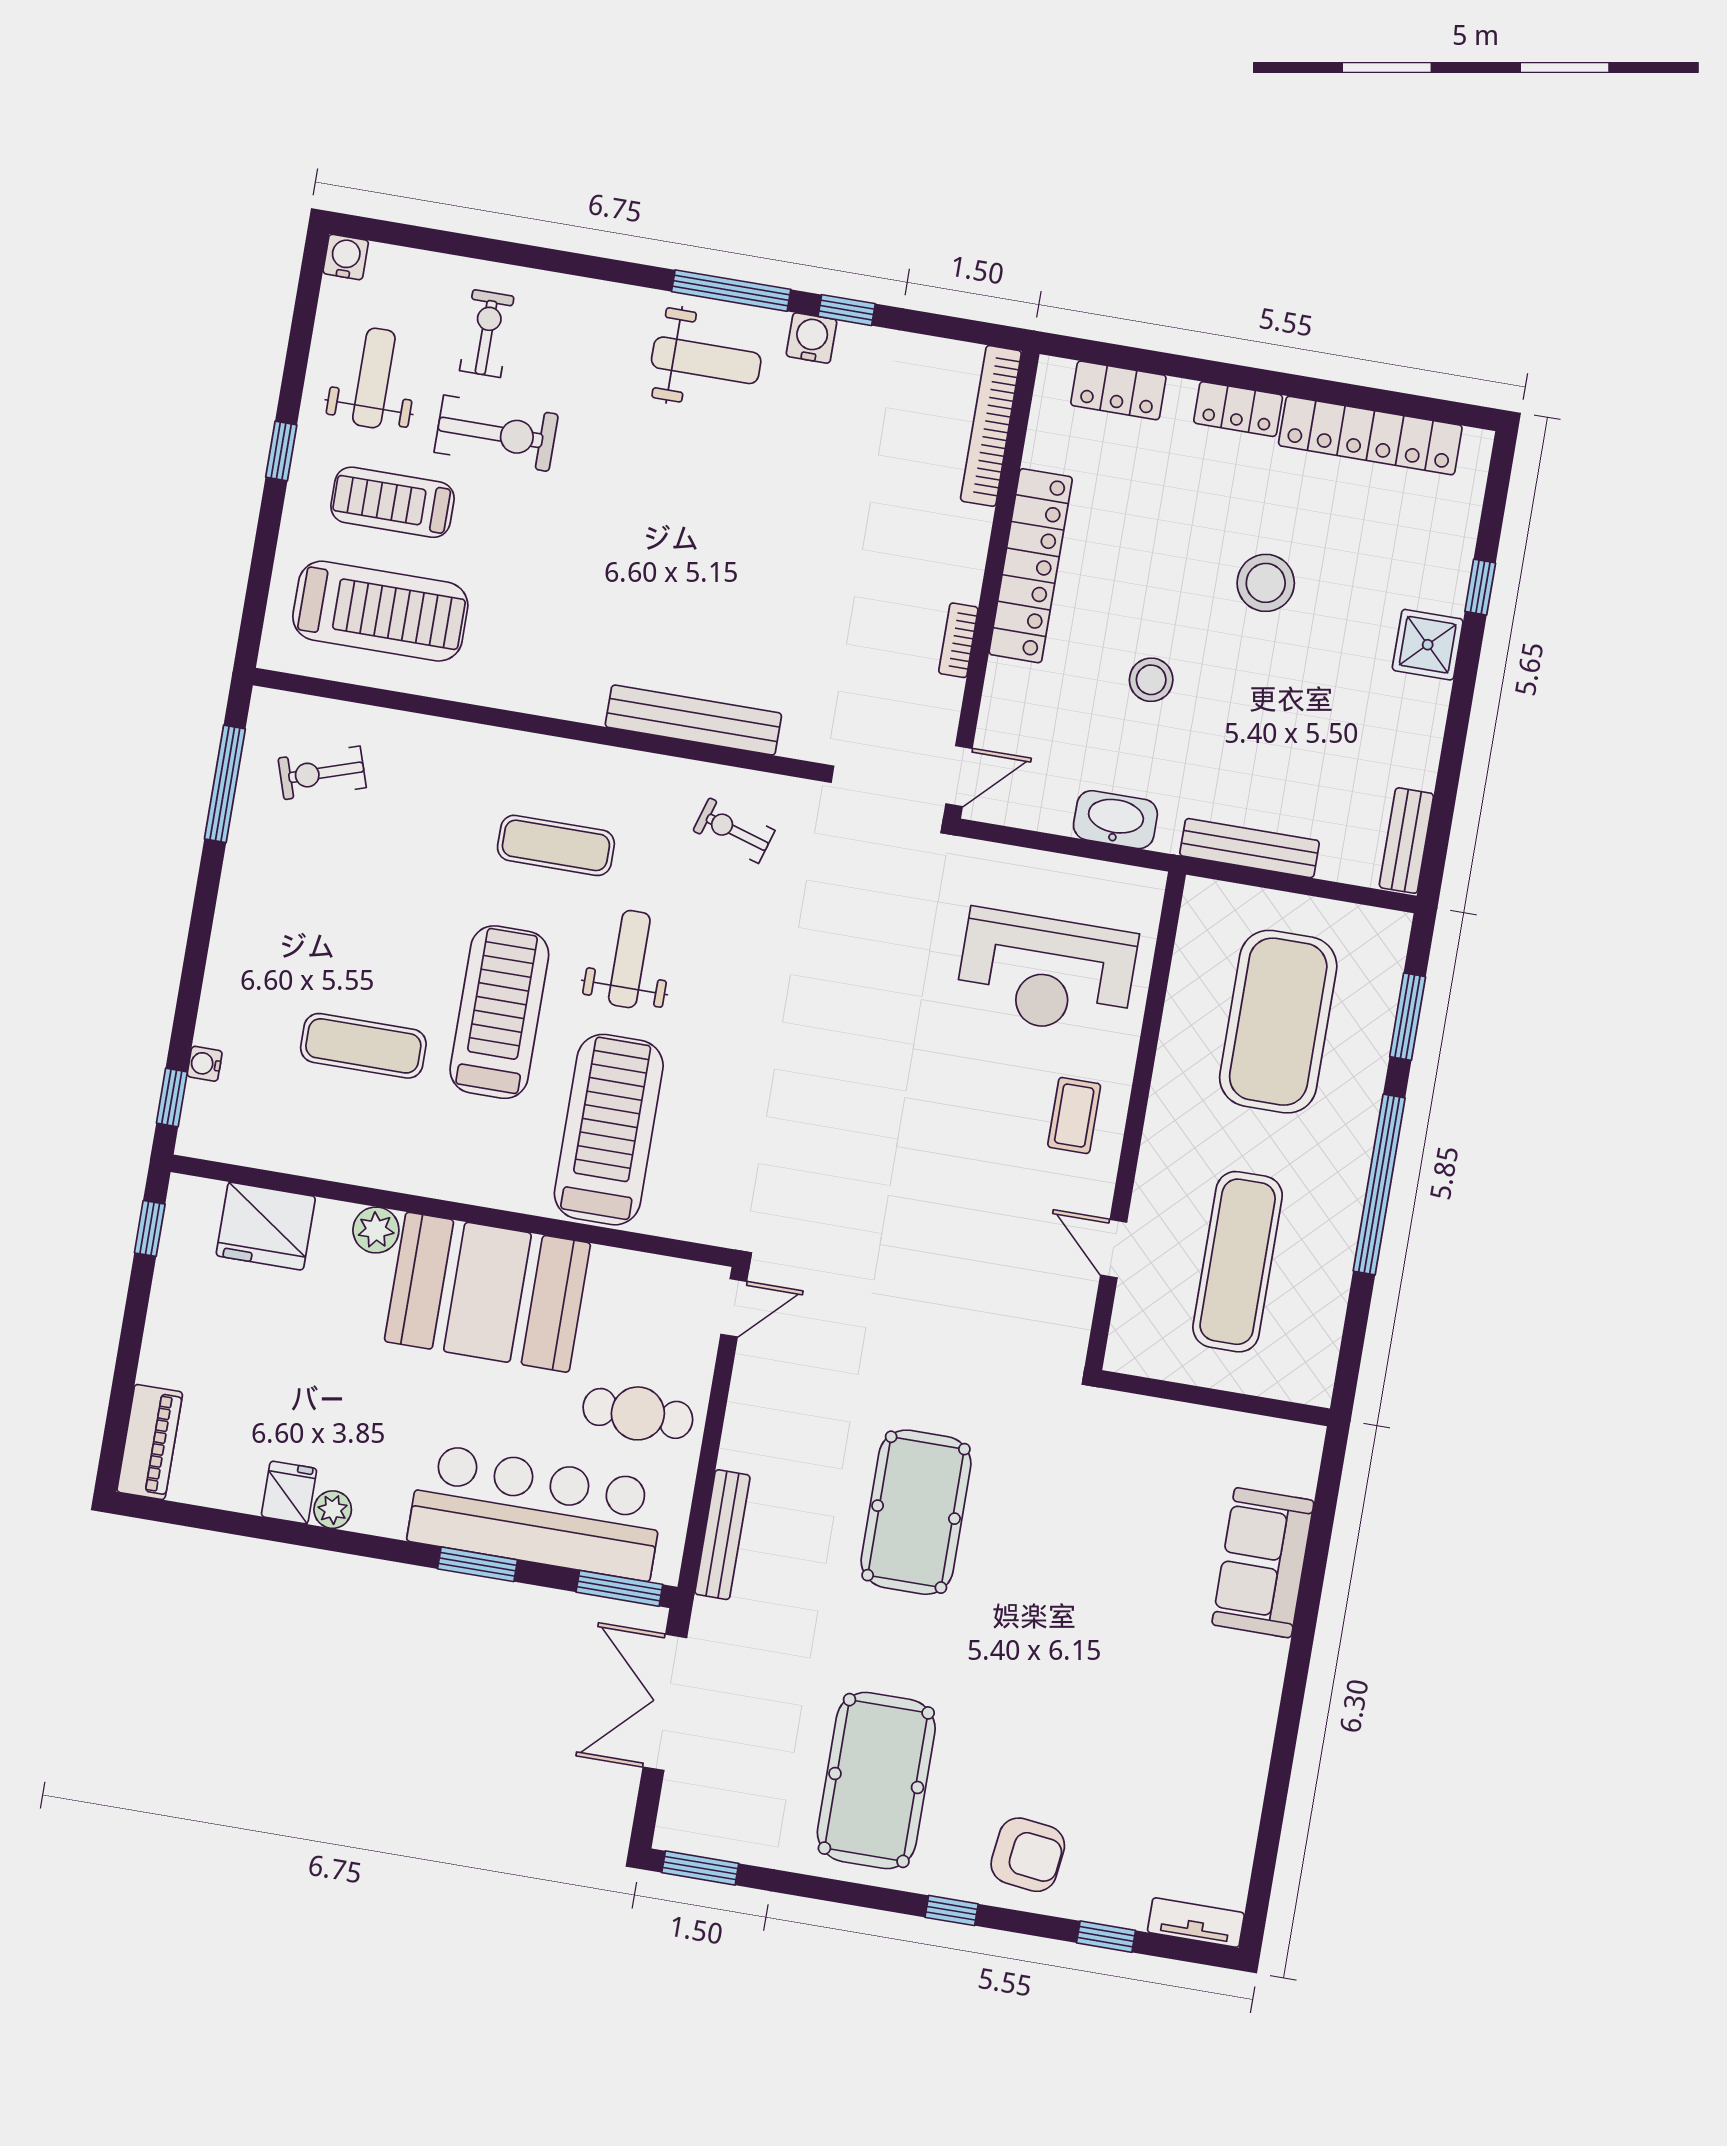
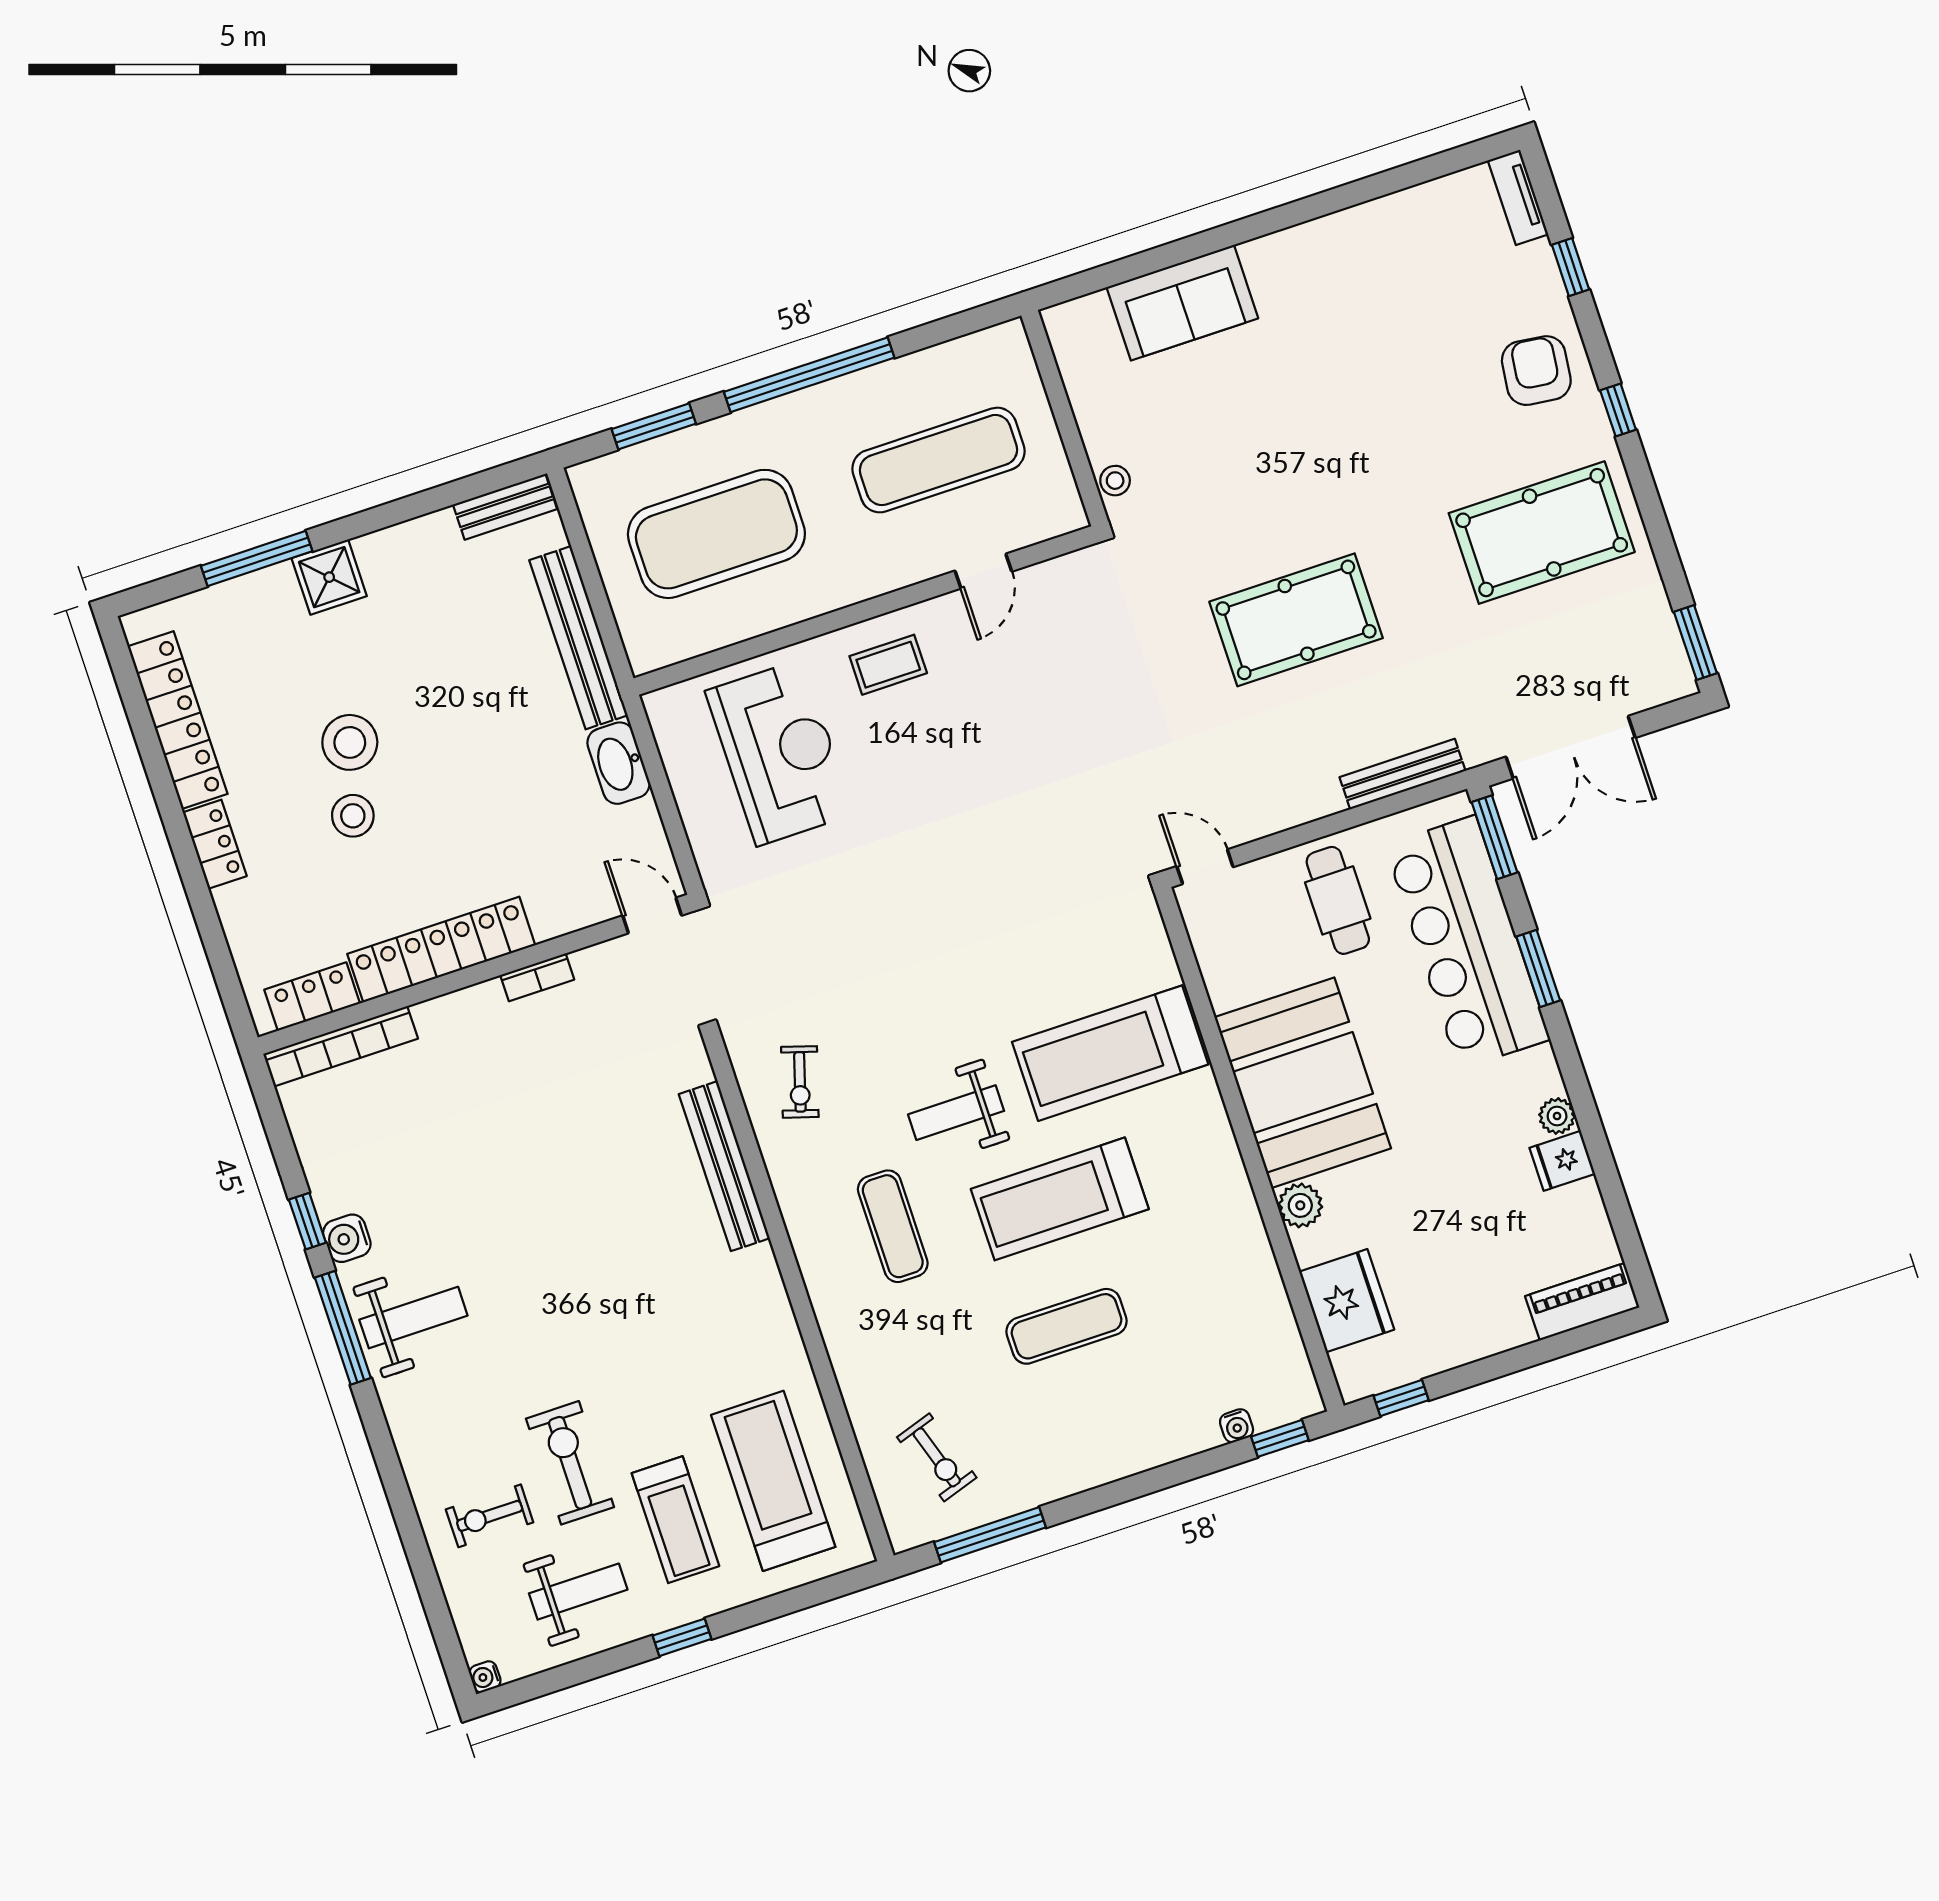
water cooler: (346, 257) -> (485, 1677), width x0.72, depth x0.72
weight bench: (706, 360) -> (413, 1318), turned 90
weight bench: (374, 378) -> (578, 1592), turned 180
locker: (1118, 390) -> (312, 997), moved, turned -90
window: (1480, 587) -> (257, 559), width x2.17
stool: (1151, 680) -> (353, 816), moved
bench: (1250, 848) -> (578, 638), width x1.37, depth x1.21
exercise mat: (363, 1046) -> (1066, 1326), moved, turned 90
stool: (1132, 1414) -> (1115, 481), added

